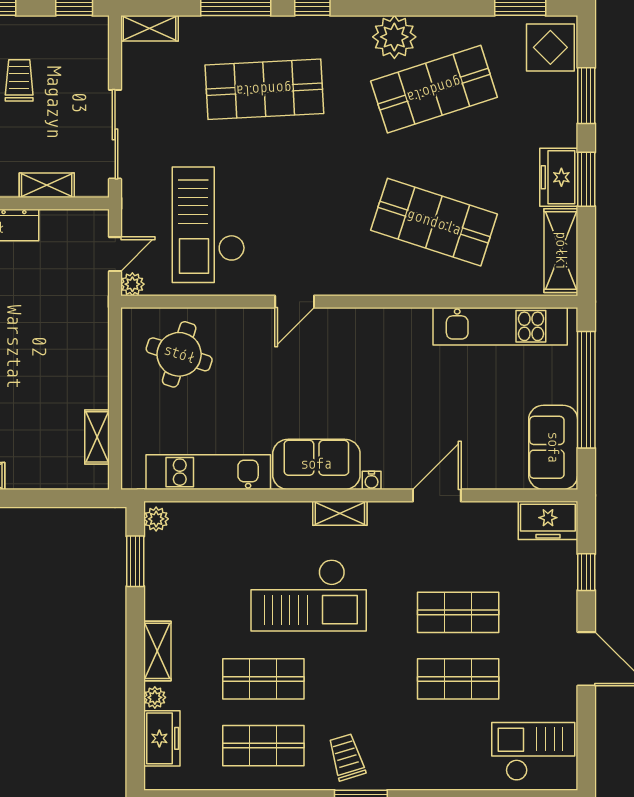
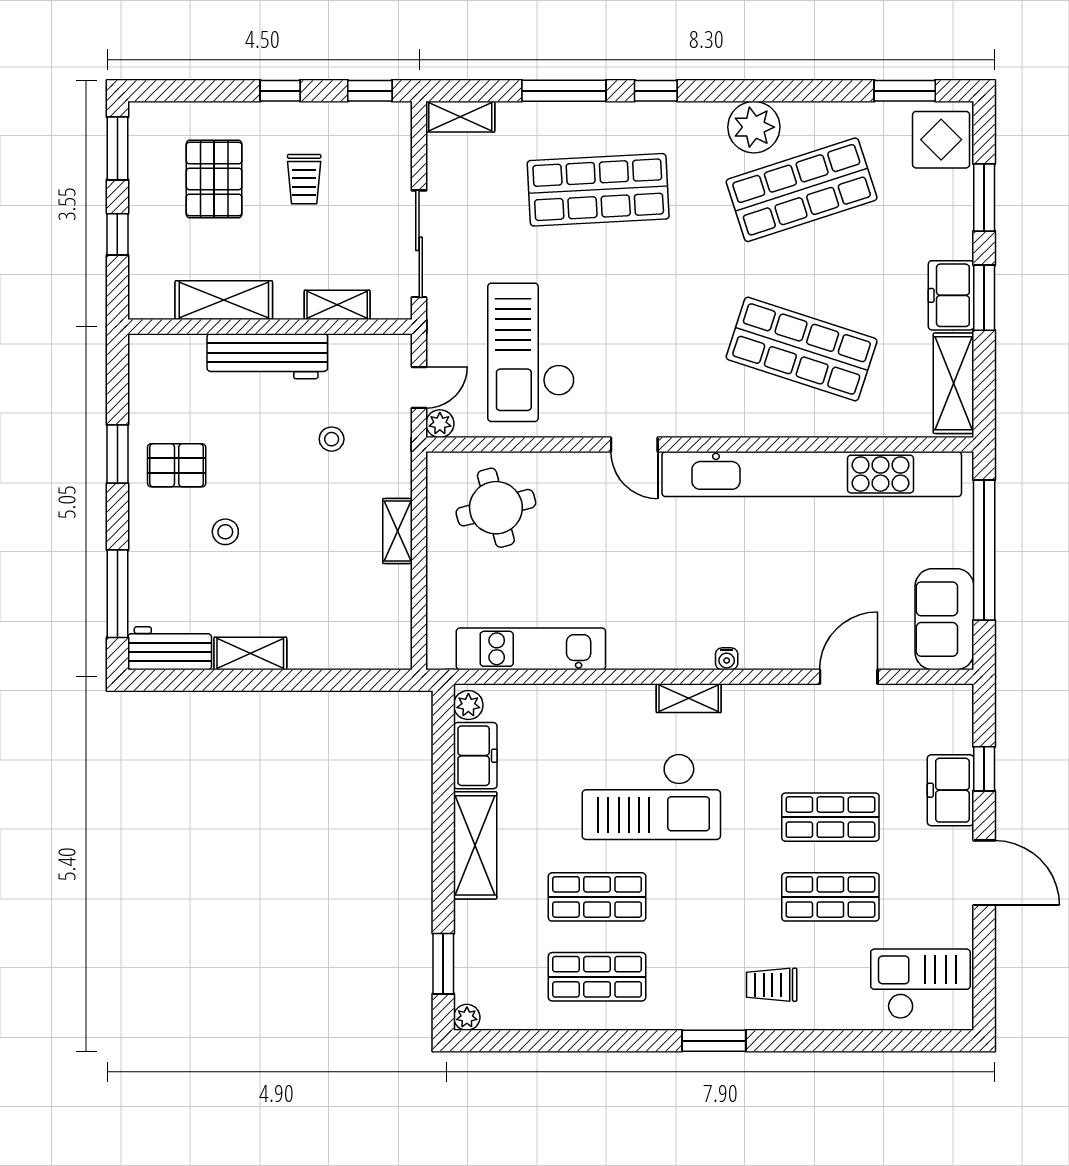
trolley: (19, 80) -> (304, 179), turned 180
stool: (42, 297) -> (332, 439), added
door: (295, 302) -> (634, 444), hinge flipped
kitchen unit: (500, 326) -> (812, 474), width x1.86
round table: (179, 354) -> (496, 508), turned -33
shelving: (97, 437) -> (397, 531), moved
sofa: (316, 464) -> (660, 640), removed
door: (437, 495) -> (849, 677), moved
freezer: (548, 520) -> (951, 790), moved, turned 90
window: (135, 561) -> (443, 964), moved
shelving: (157, 651) -> (475, 845), width x1.50, depth x1.33
plant: (155, 697) -> (467, 1017), moved
freezer: (162, 738) -> (475, 756), moved
trolley: (347, 757) -> (772, 985), moved, turned -73

